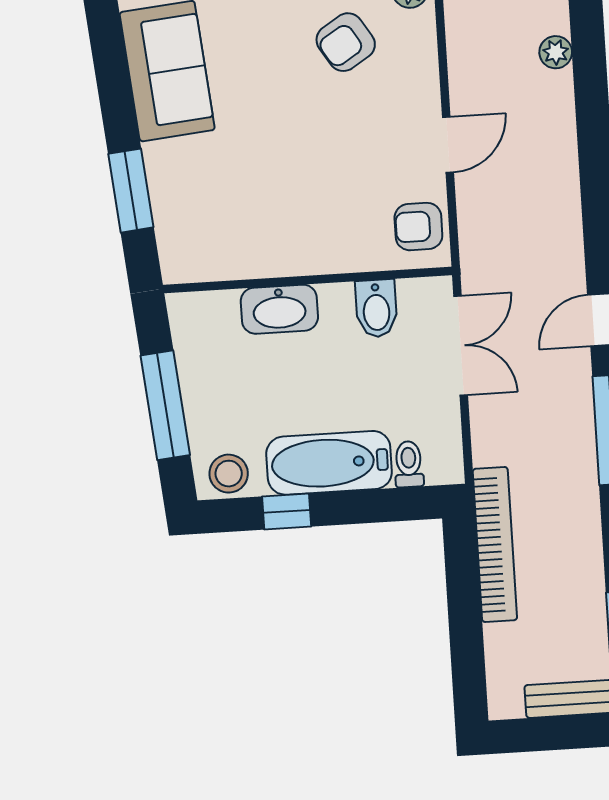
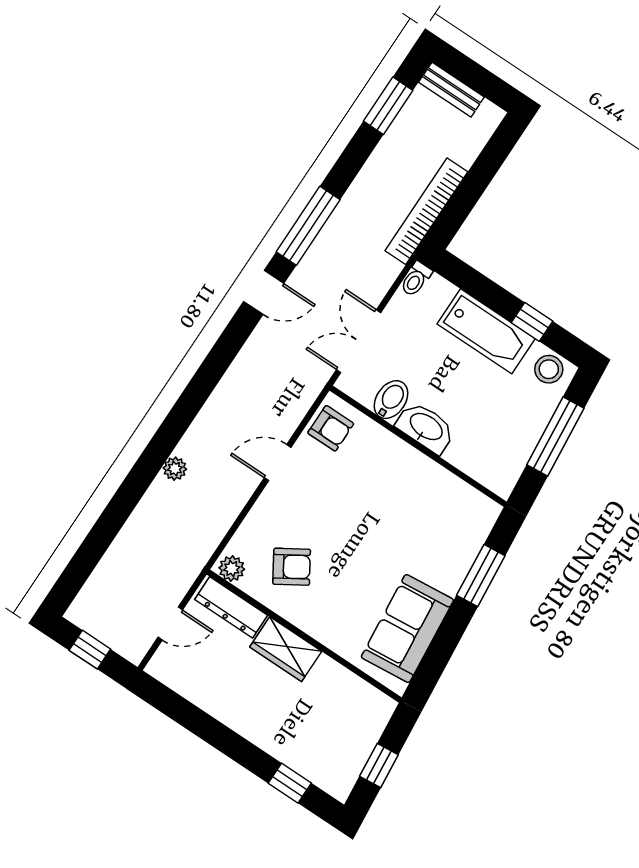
washbasin: (279, 309) -> (426, 427), moved
toilet: (409, 464) -> (416, 279), moved

